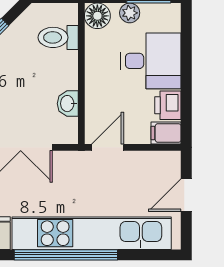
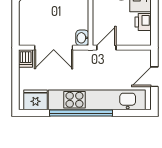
washbasin: (68, 104) -> (82, 38), moved
filing cabinet: (166, 133) -> (142, 39), removed

